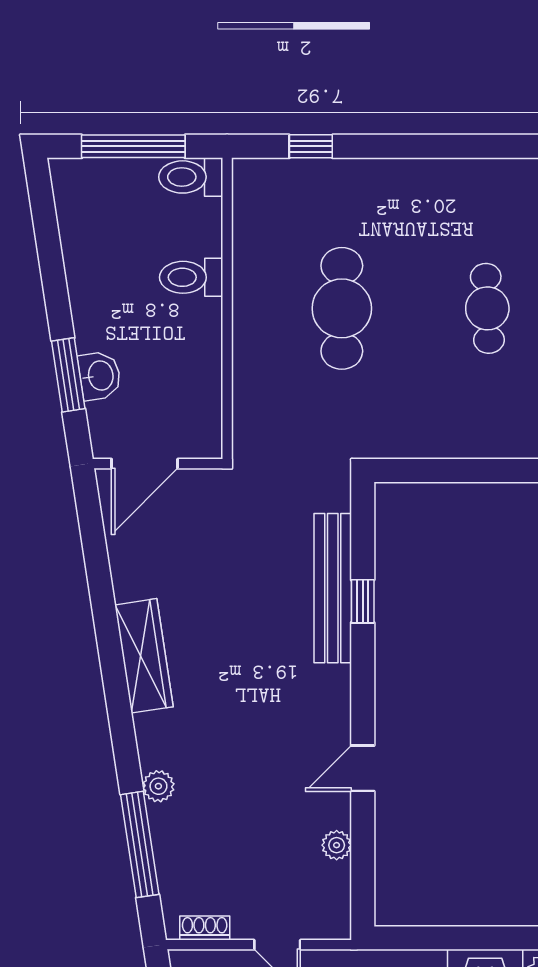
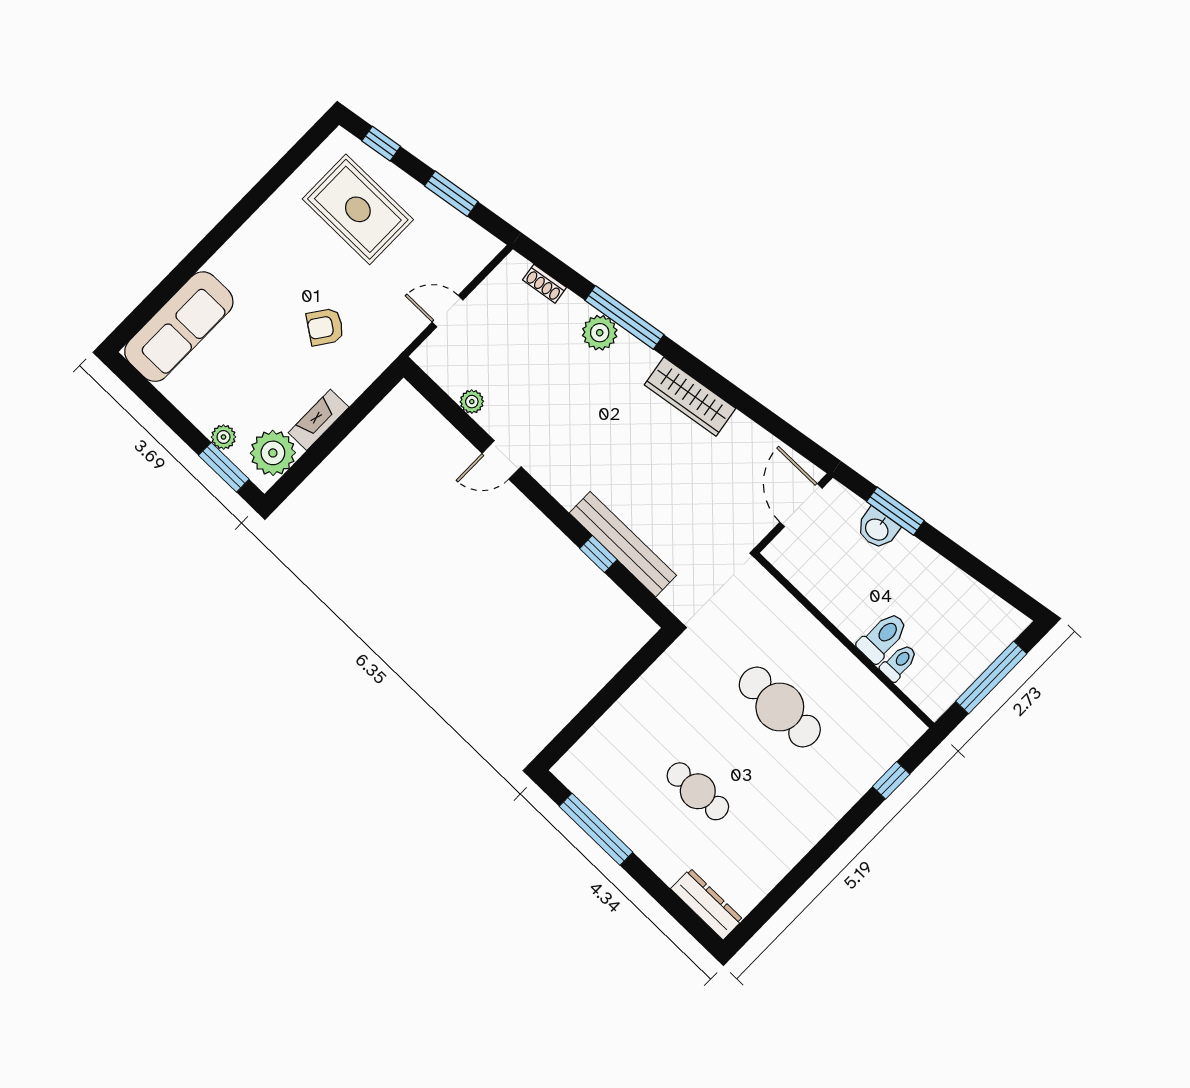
toilet: (191, 177) -> (899, 663), moved, width x0.73, depth x0.72
door: (363, 768) -> (502, 460), swing flipped
plant: (158, 786) -> (600, 333), width x1.38, depth x1.38
window: (140, 844) -> (624, 317), moved
shoe rack: (205, 928) -> (545, 284), moved, turned 81

